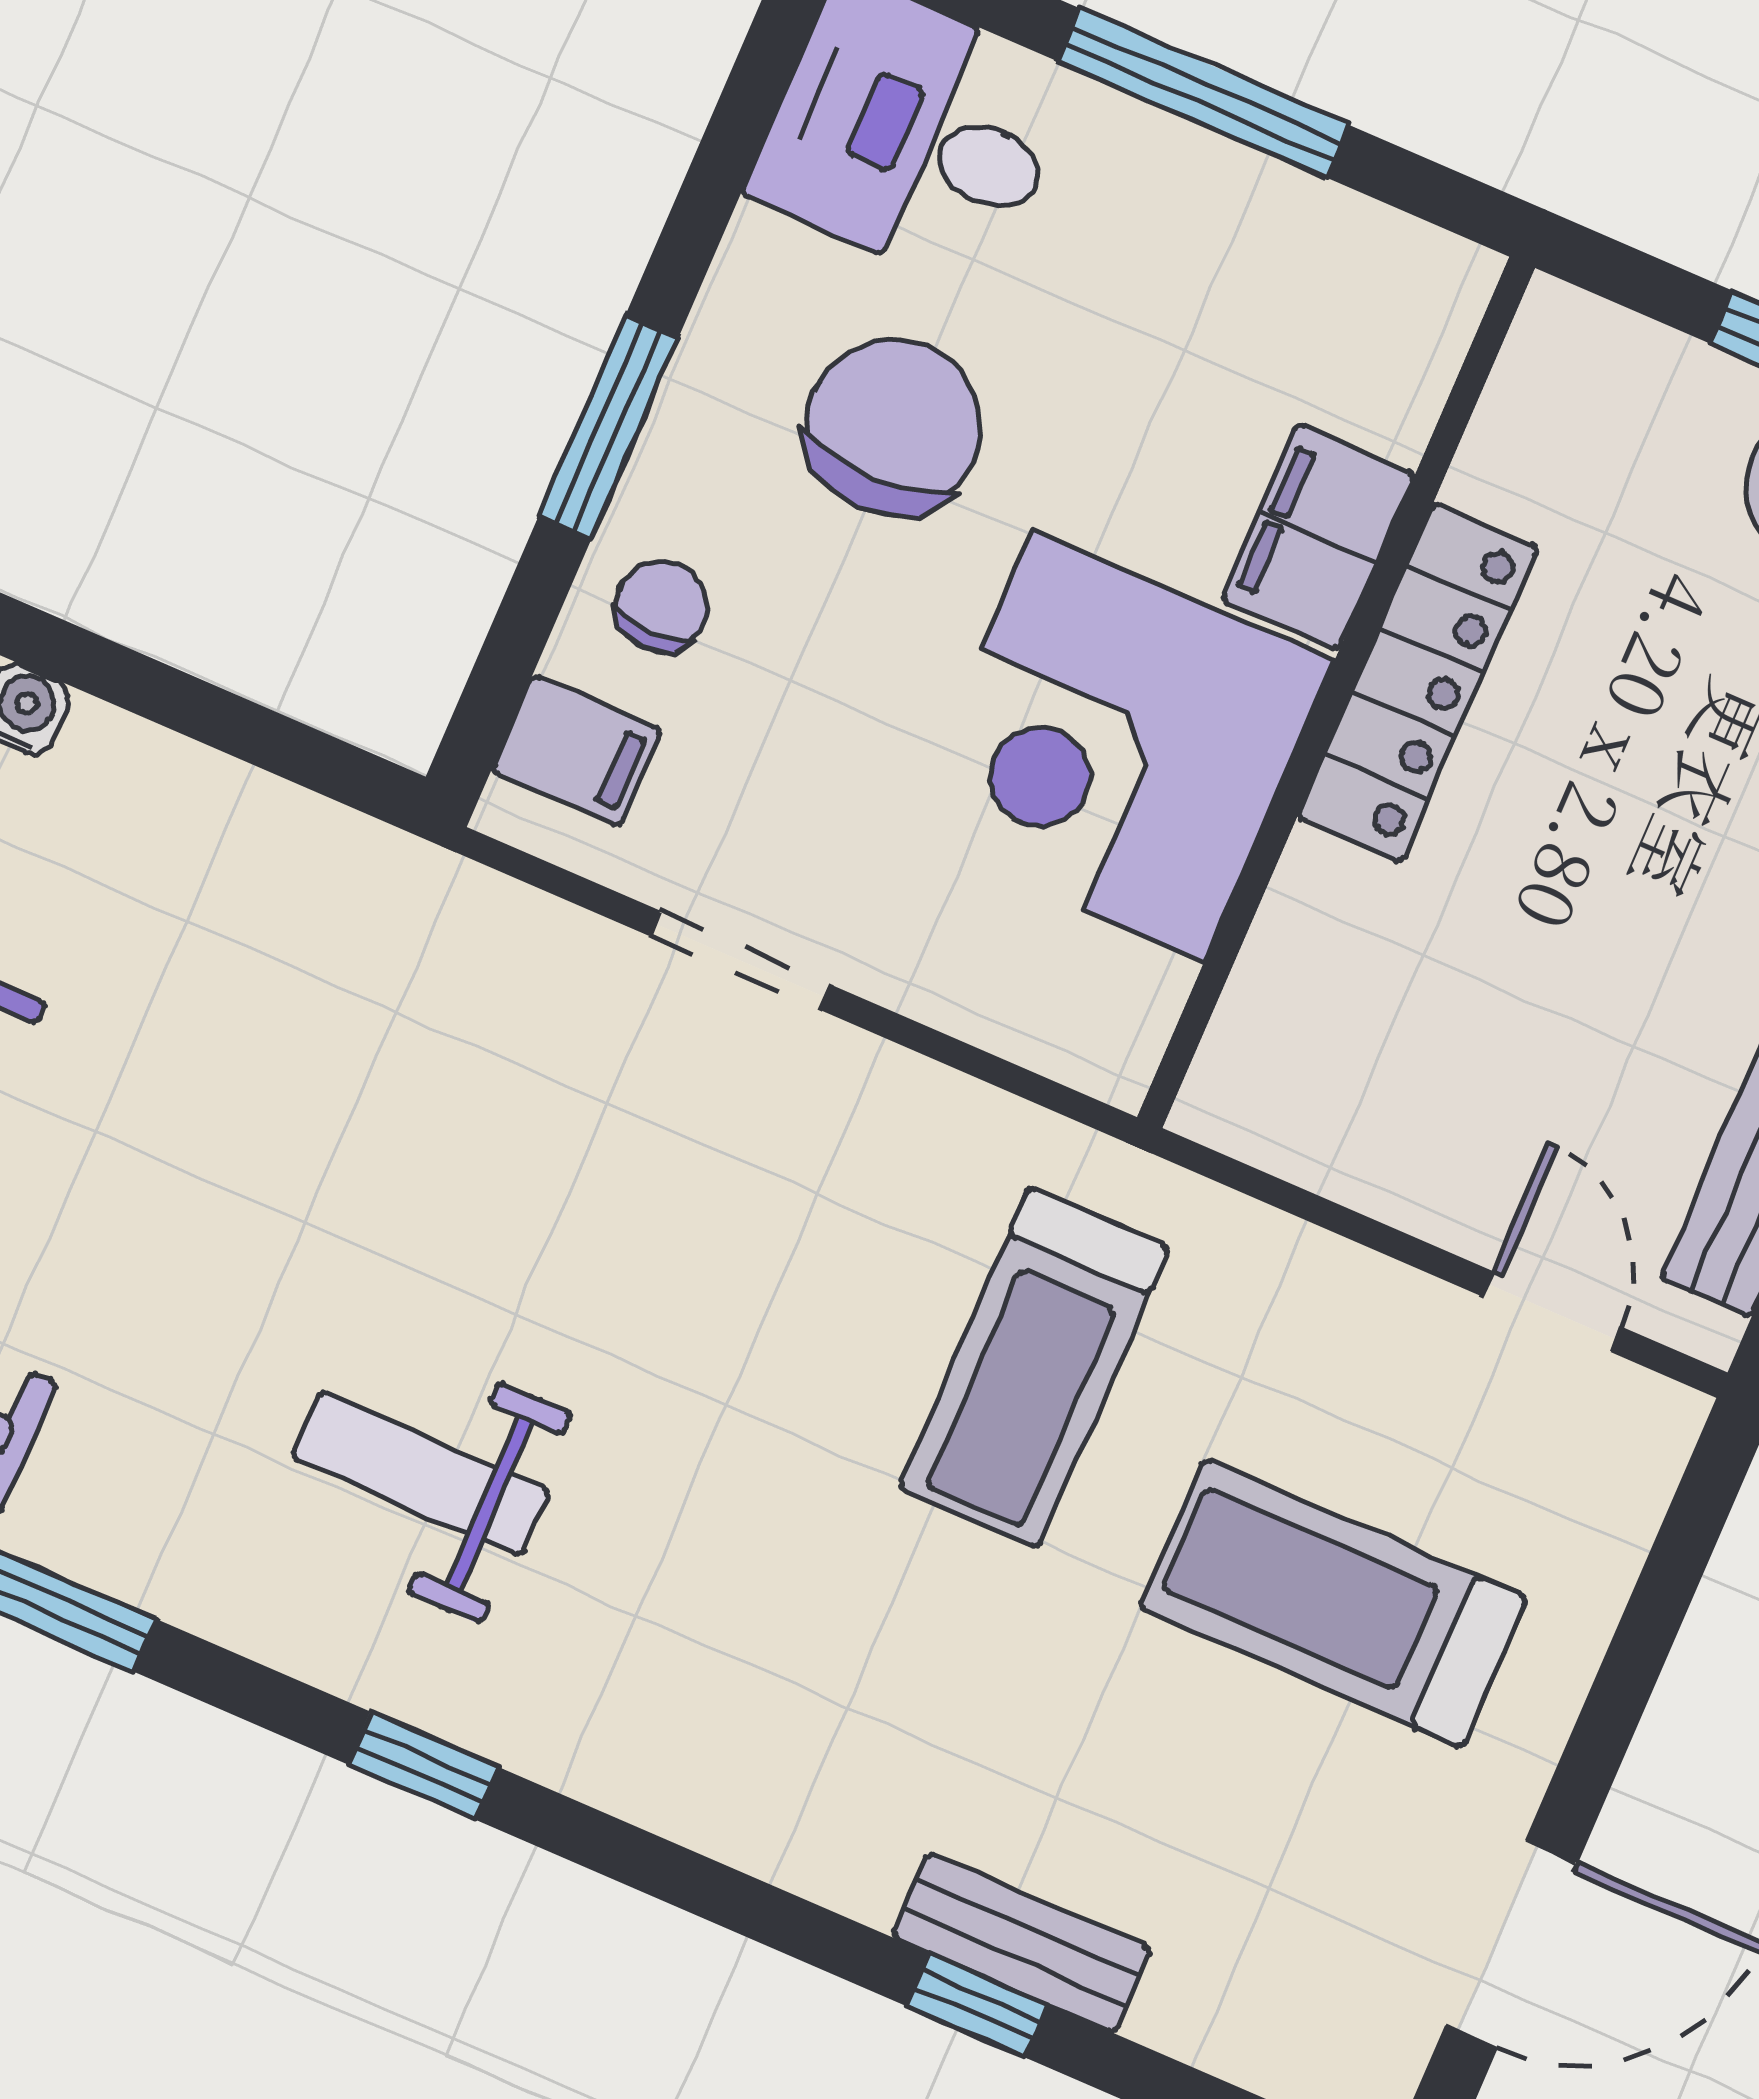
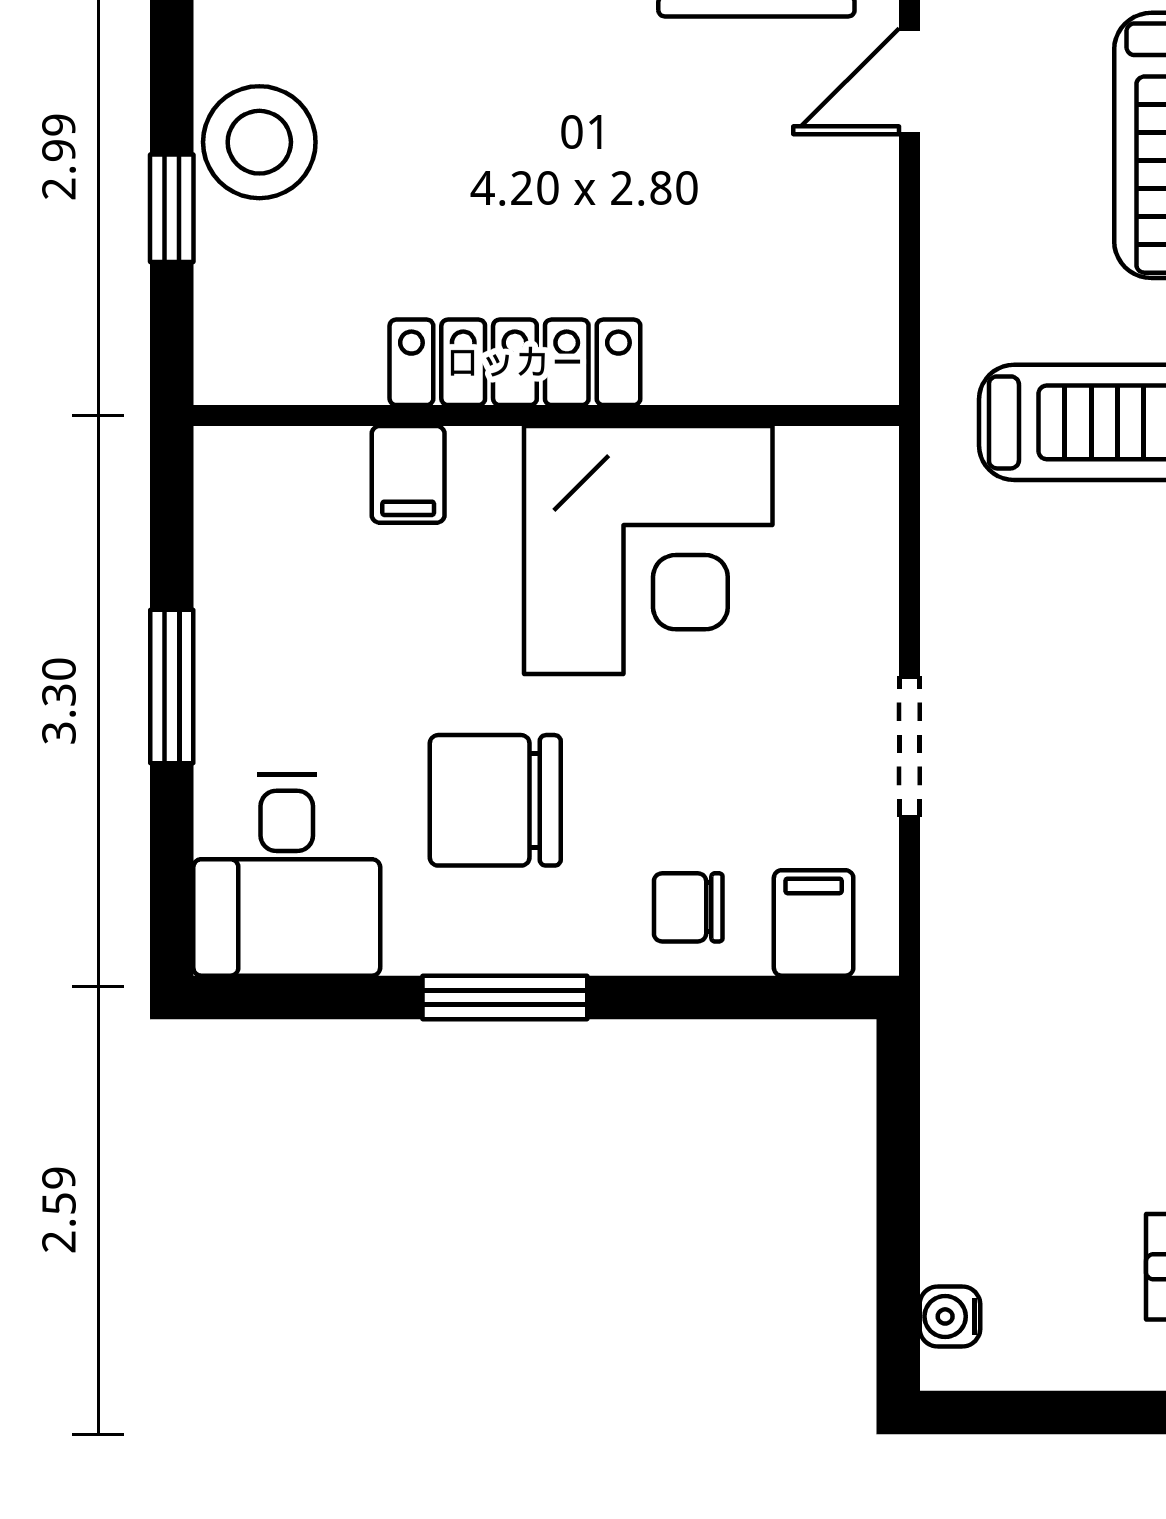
window: (1203, 93) -> (172, 687), width x0.69
window: (608, 427) -> (505, 997), moved
filing cabinet: (1318, 537) -> (408, 474), width x0.50

